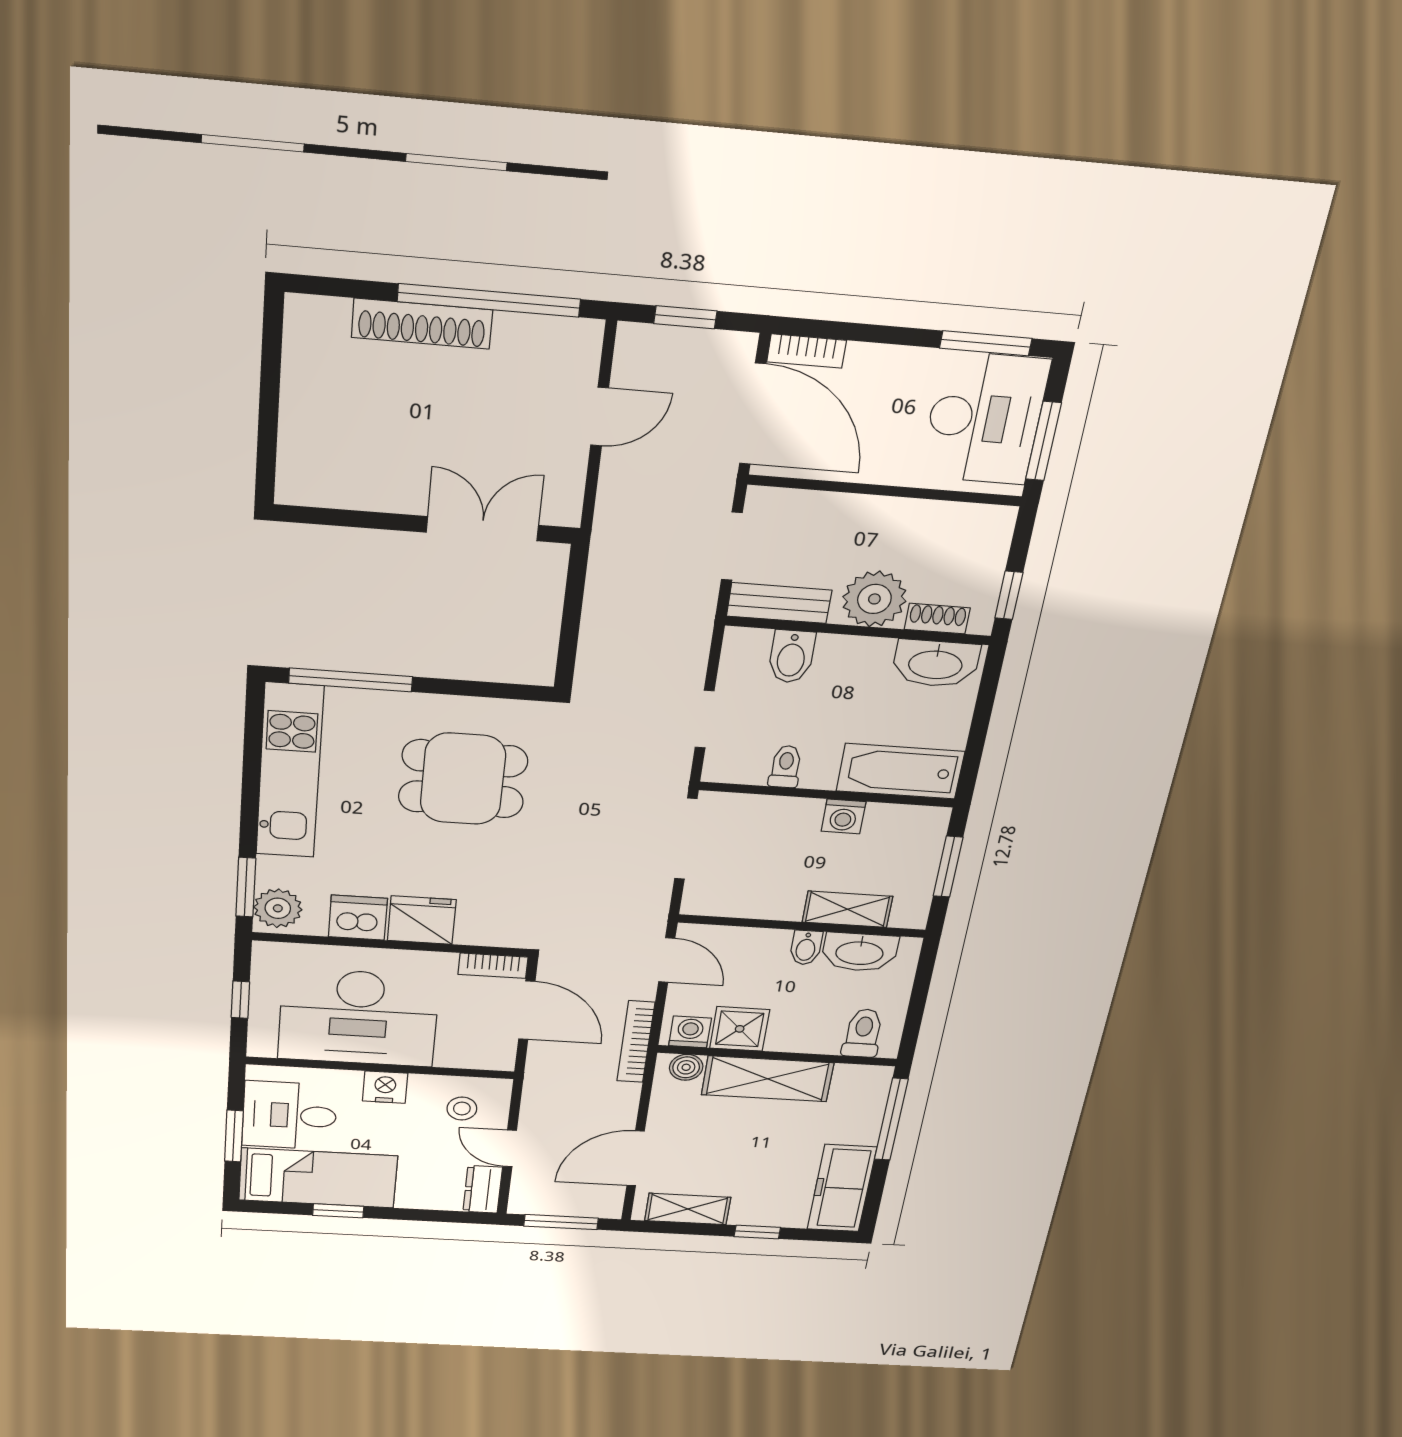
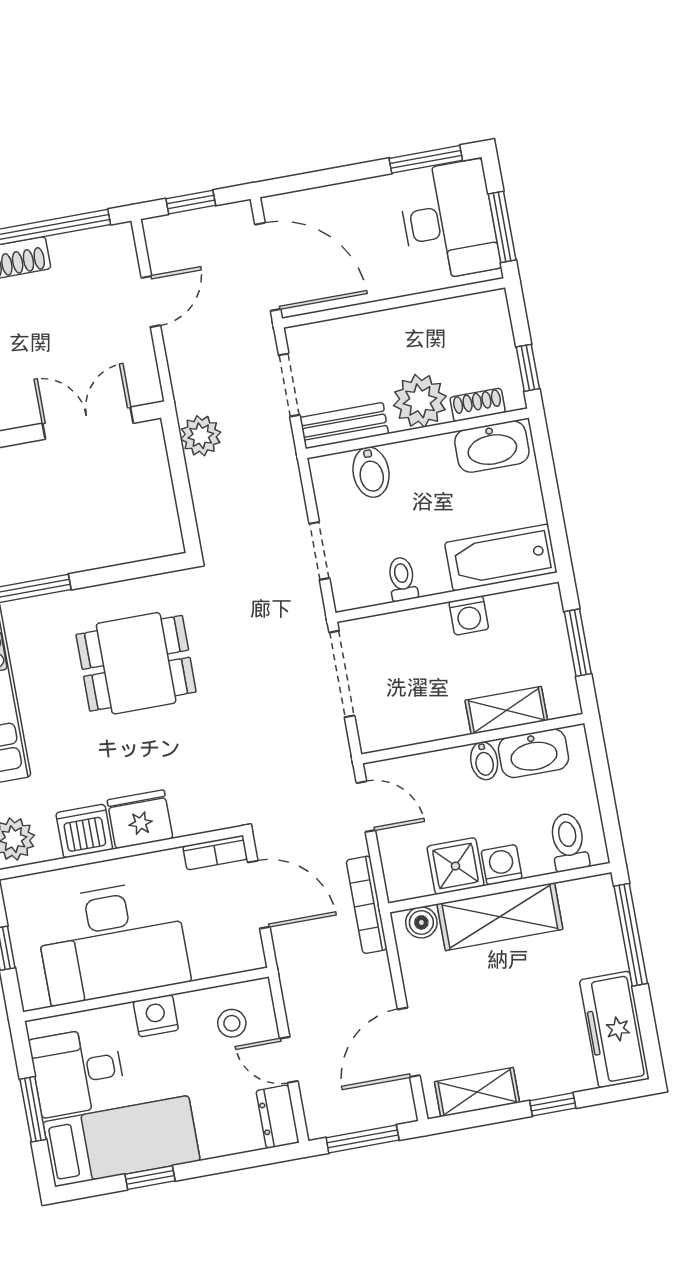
bookcase: (807, 351) -> (291, 204), removed
plant: (611, 574) -> (201, 436), added
washing machine: (690, 1032) -> (502, 865), moved

